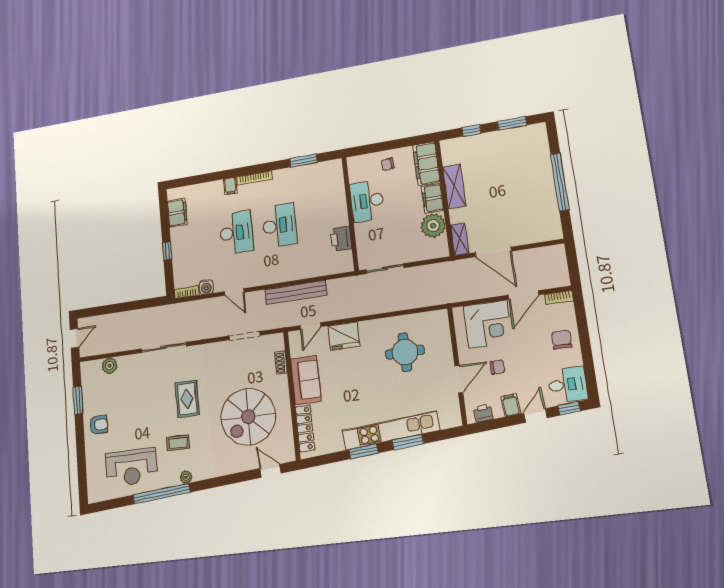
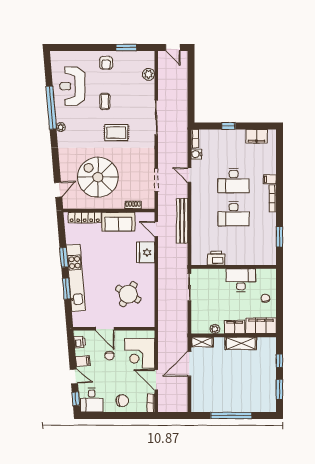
plant: (433, 226) -> (215, 329), width x0.53, depth x0.53
door: (234, 292) -> (189, 175), hinge flipped
round table: (405, 352) -> (128, 294), turned 30
coffee table: (178, 443) -> (105, 101), moved

